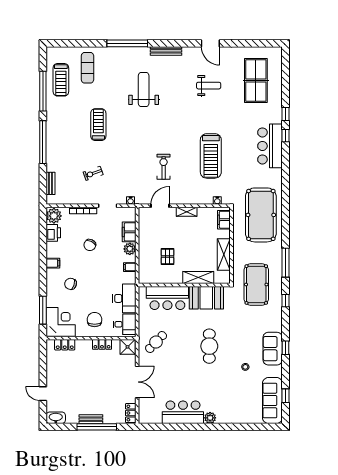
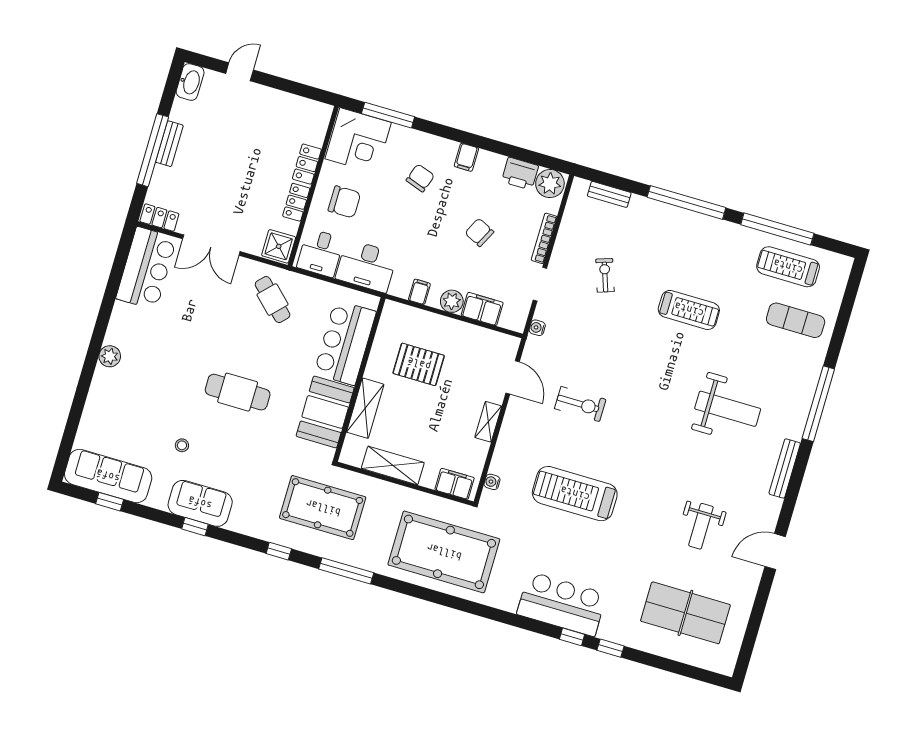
pallet: (168, 256) -> (419, 364), width x1.50, depth x1.42
locker: (65, 345) -> (307, 164), moved
bar counter: (183, 412) -> (146, 268), moved

